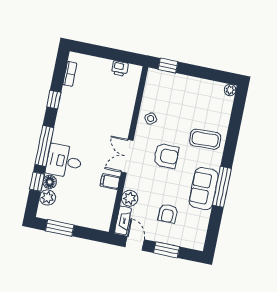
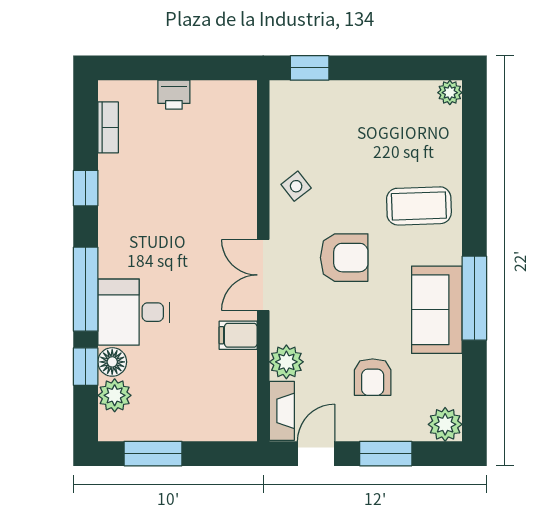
printer: (120, 68) -> (174, 95), moved
plant: (197, 242) -> (445, 424), added
door: (135, 243) -> (316, 454), hinge flipped

